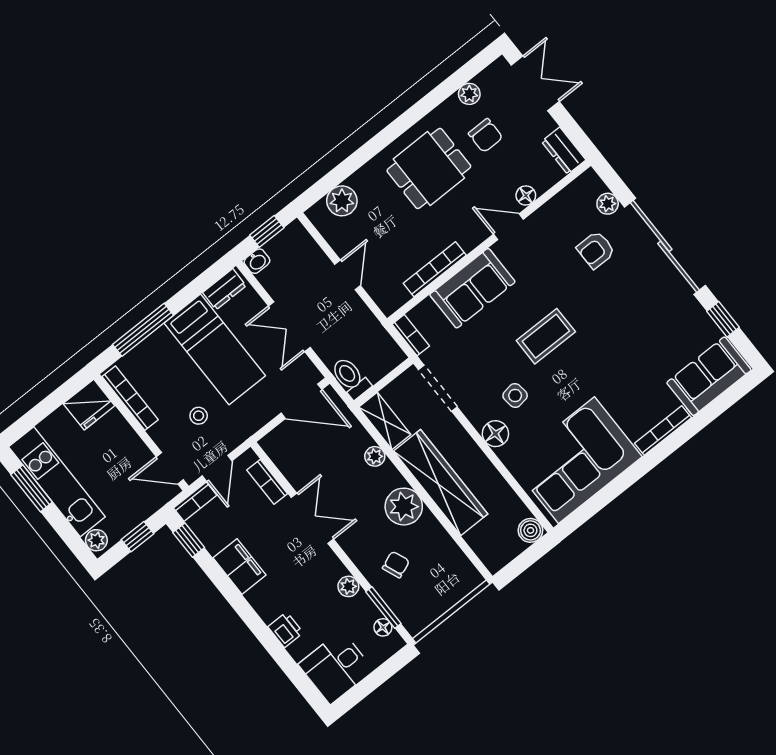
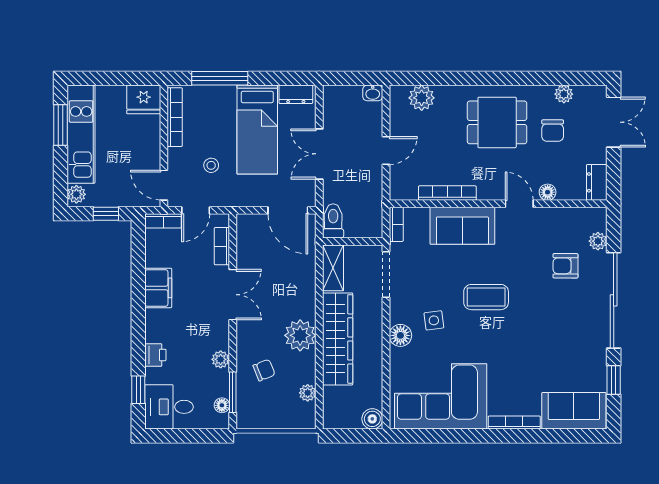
window: (267, 231) -> (355, 78), removed
washbasin: (257, 261) -> (373, 93), moved
plant: (375, 456) -> (308, 393), moved
window: (189, 540) -> (138, 390), moved

